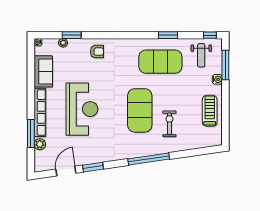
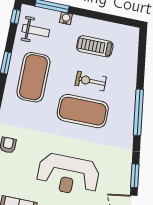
reception desk: (82, 109) -> (68, 175), turned 180
treadmill: (210, 111) -> (95, 46), moved
exercise bike: (169, 124) -> (91, 81), moved

